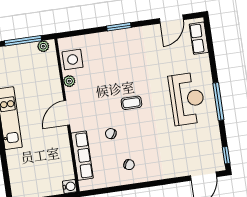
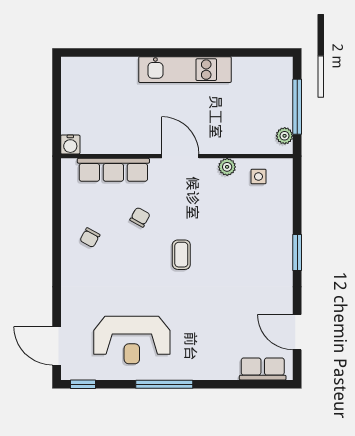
side table: (73, 59) -> (258, 177), width x0.54, depth x0.54
reception desk: (187, 99) -> (132, 340), moved

